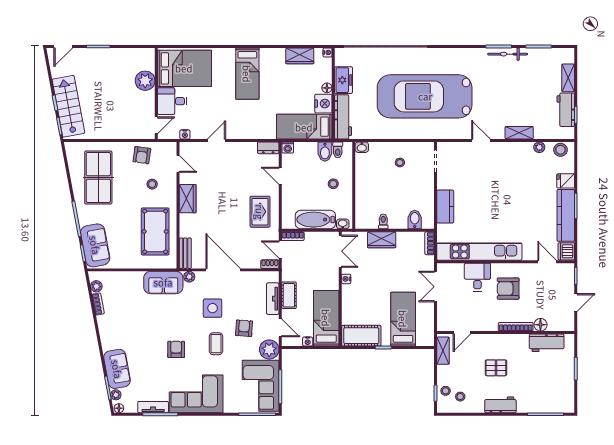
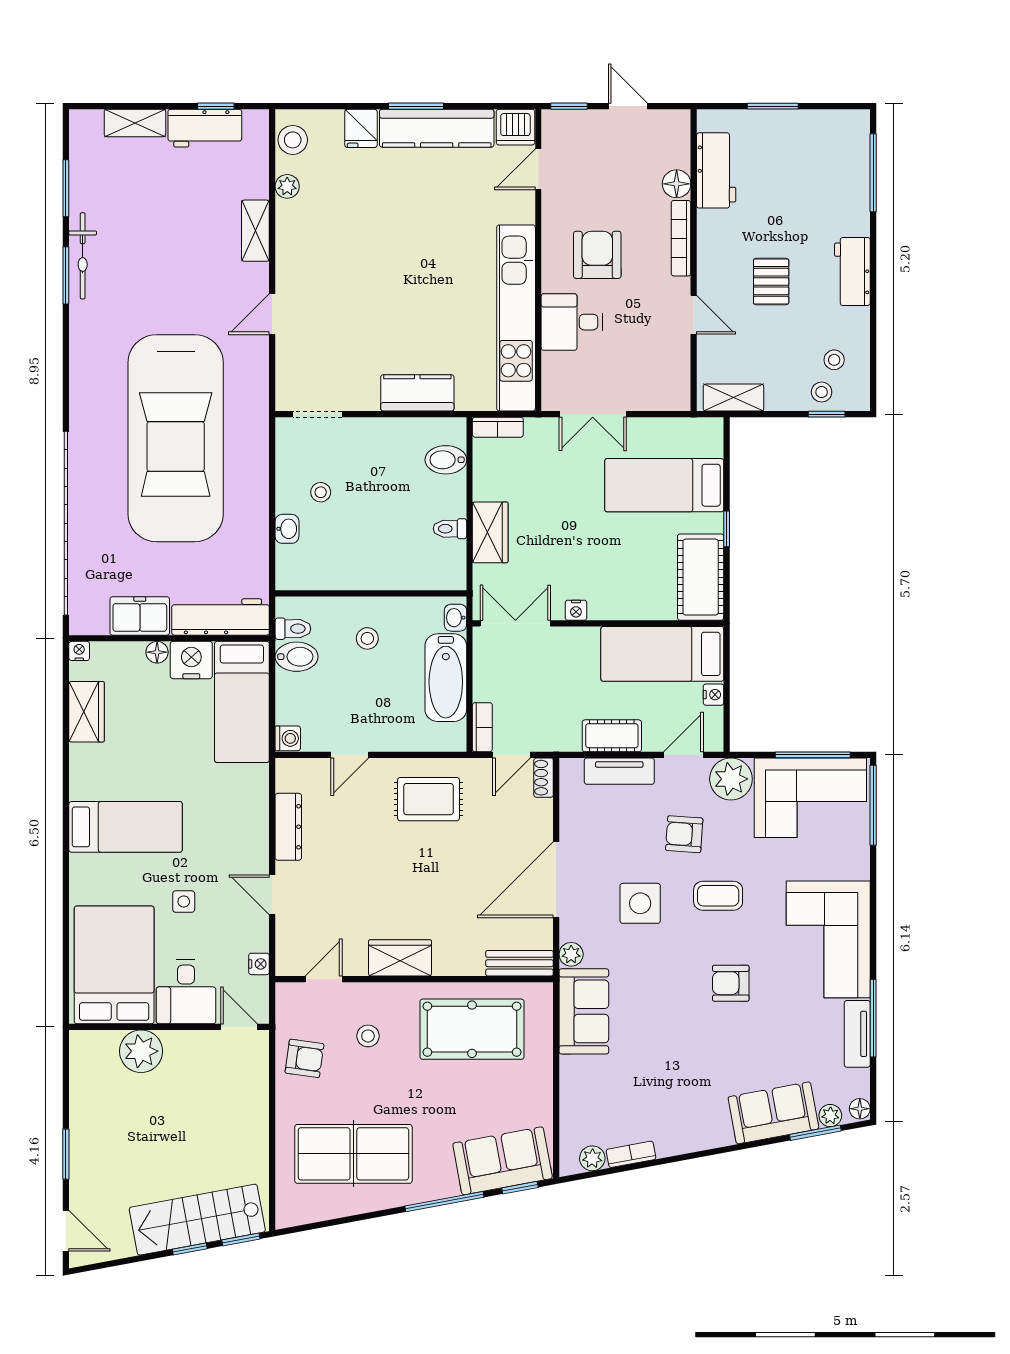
side table: (213, 100) -> (184, 902), added
washbasin: (362, 147) -> (287, 529), moved
dresser: (268, 148) -> (288, 827), moved, width x1.44
armchair: (508, 289) -> (597, 255), turned 180
door: (462, 333) -> (694, 315), moved

